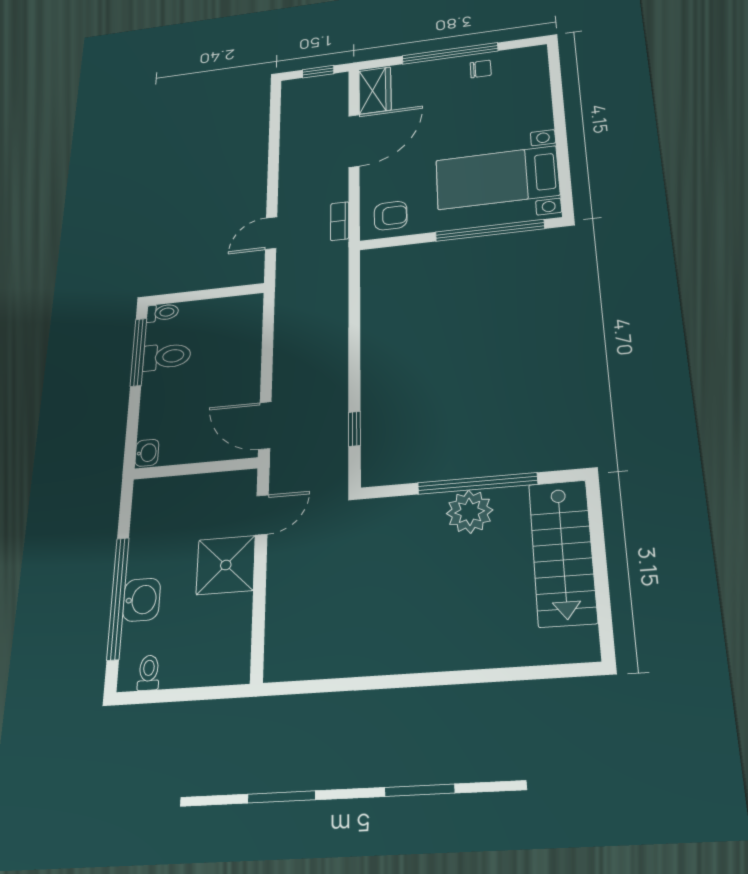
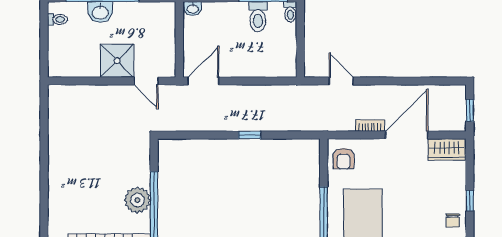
window: (450, 53) -> (470, 201), width x0.32
door: (354, 141) -> (407, 135), swing flipped
bookcase: (340, 221) -> (370, 126), moved
window: (354, 429) -> (250, 135), moved

